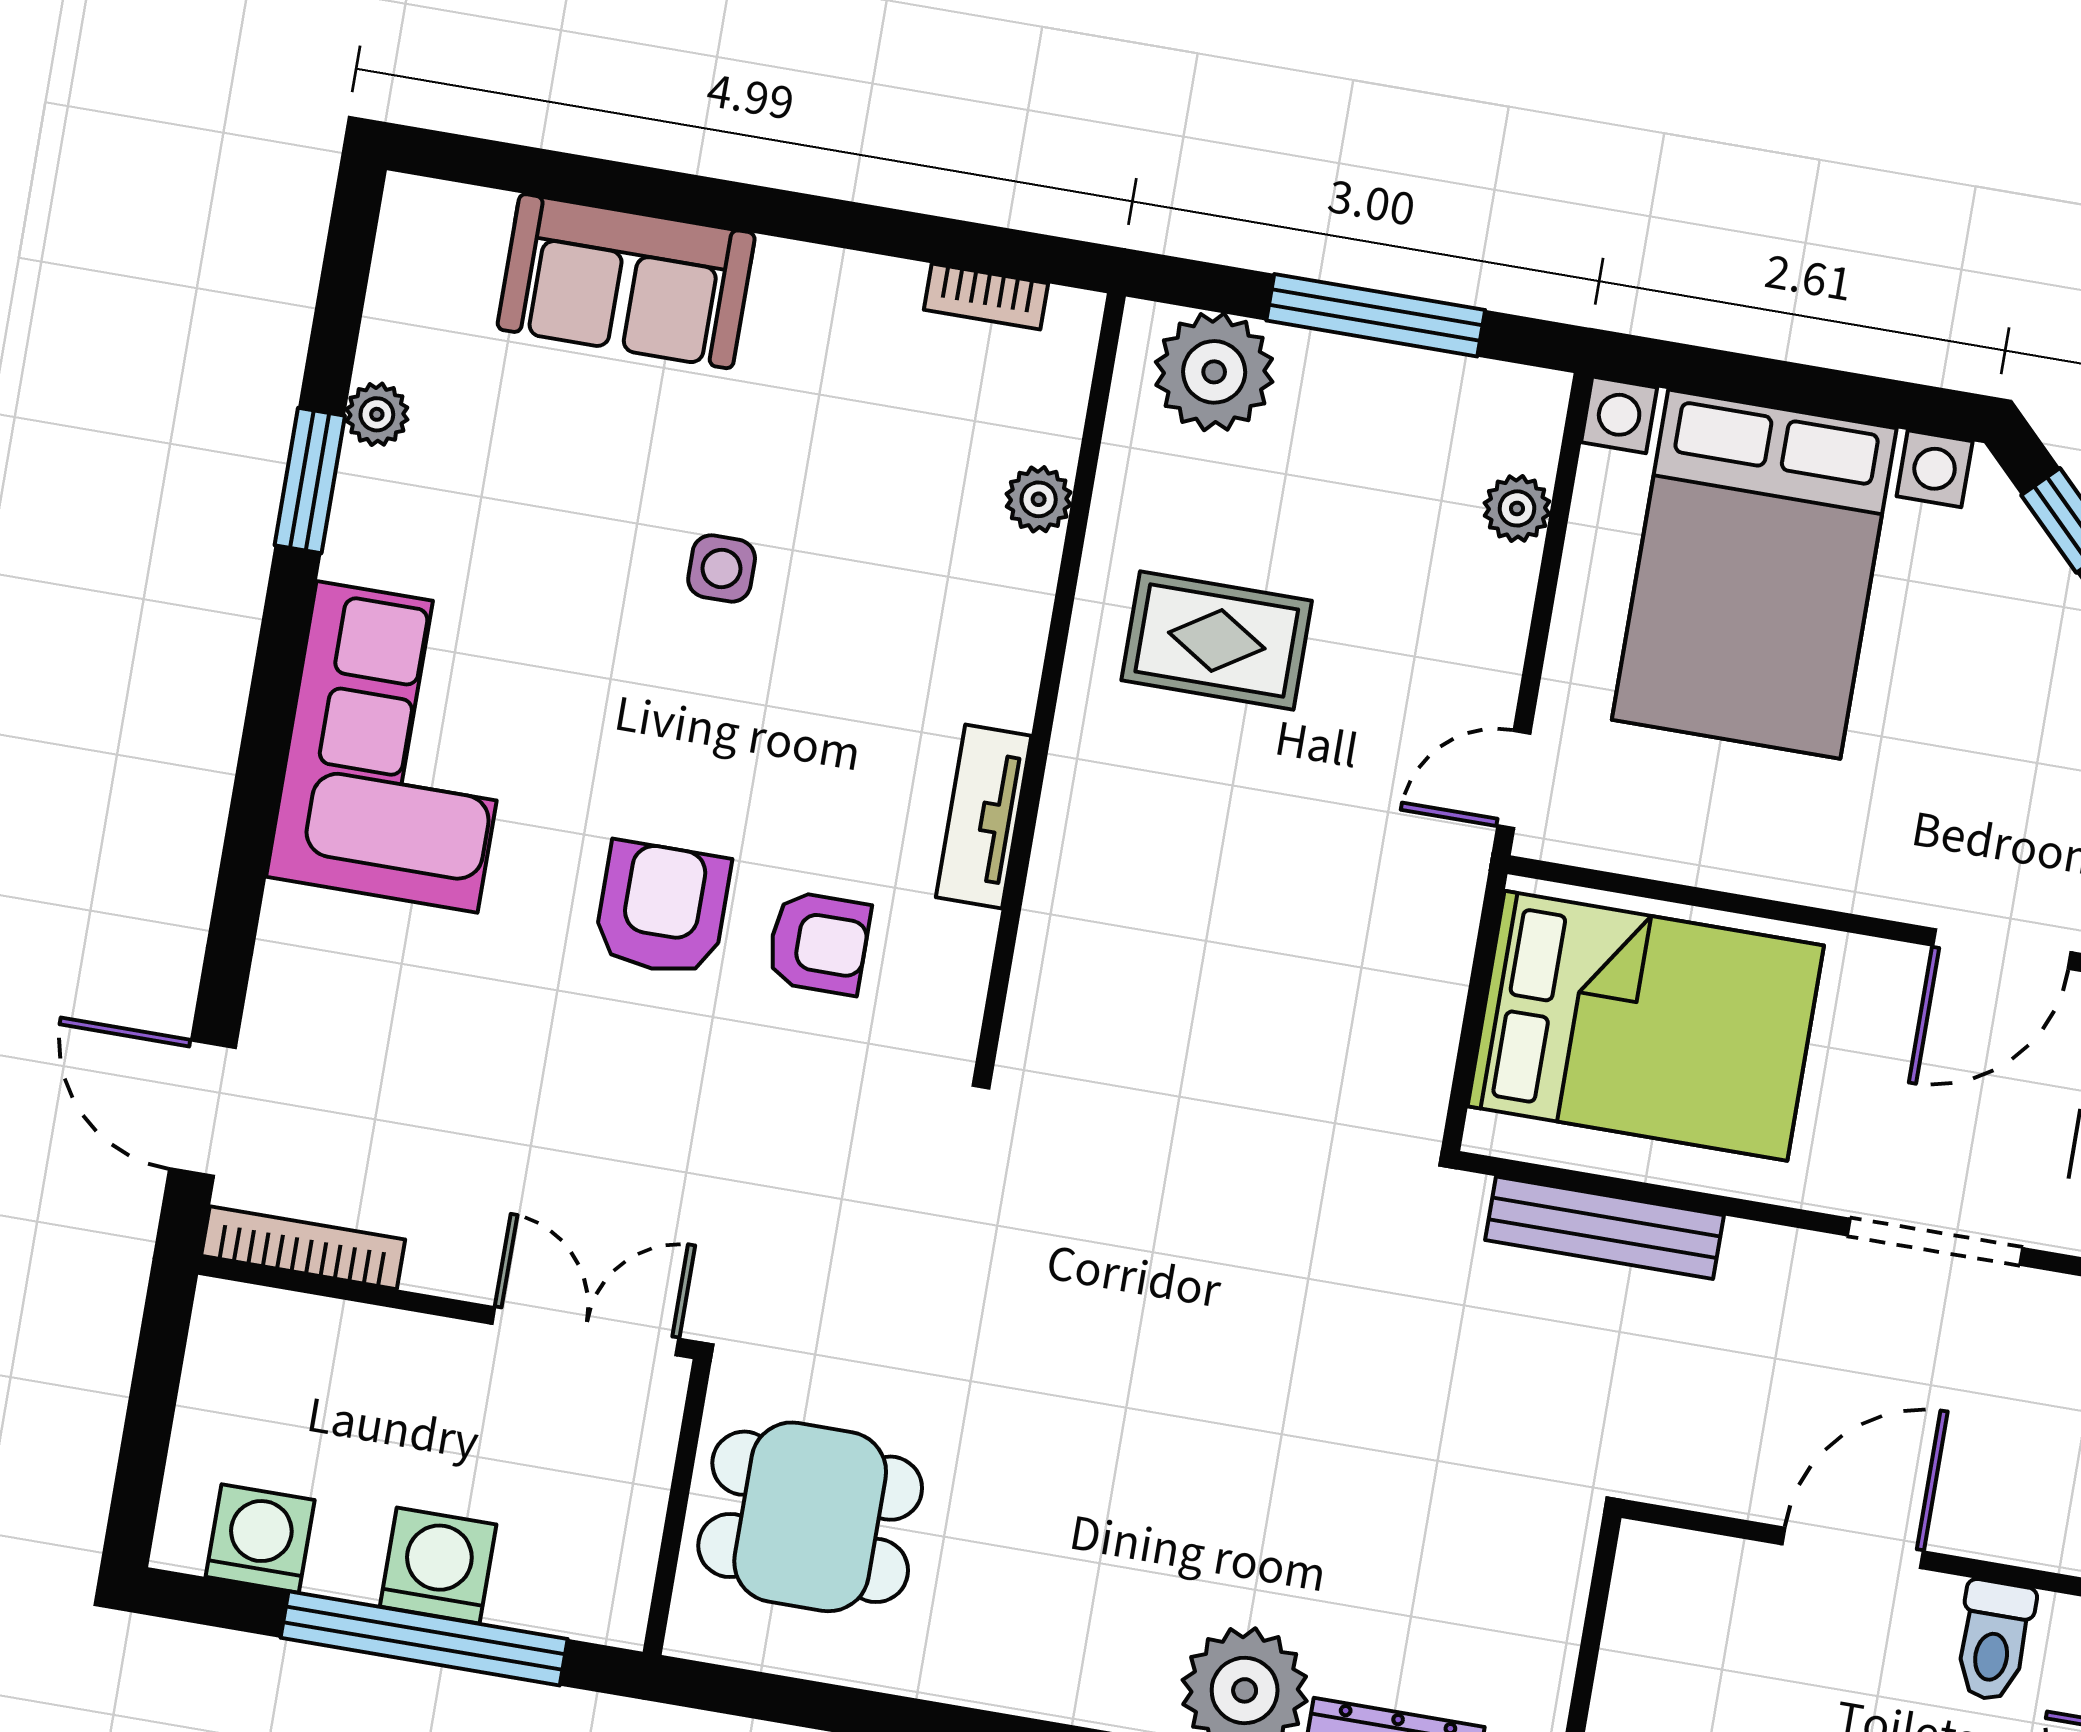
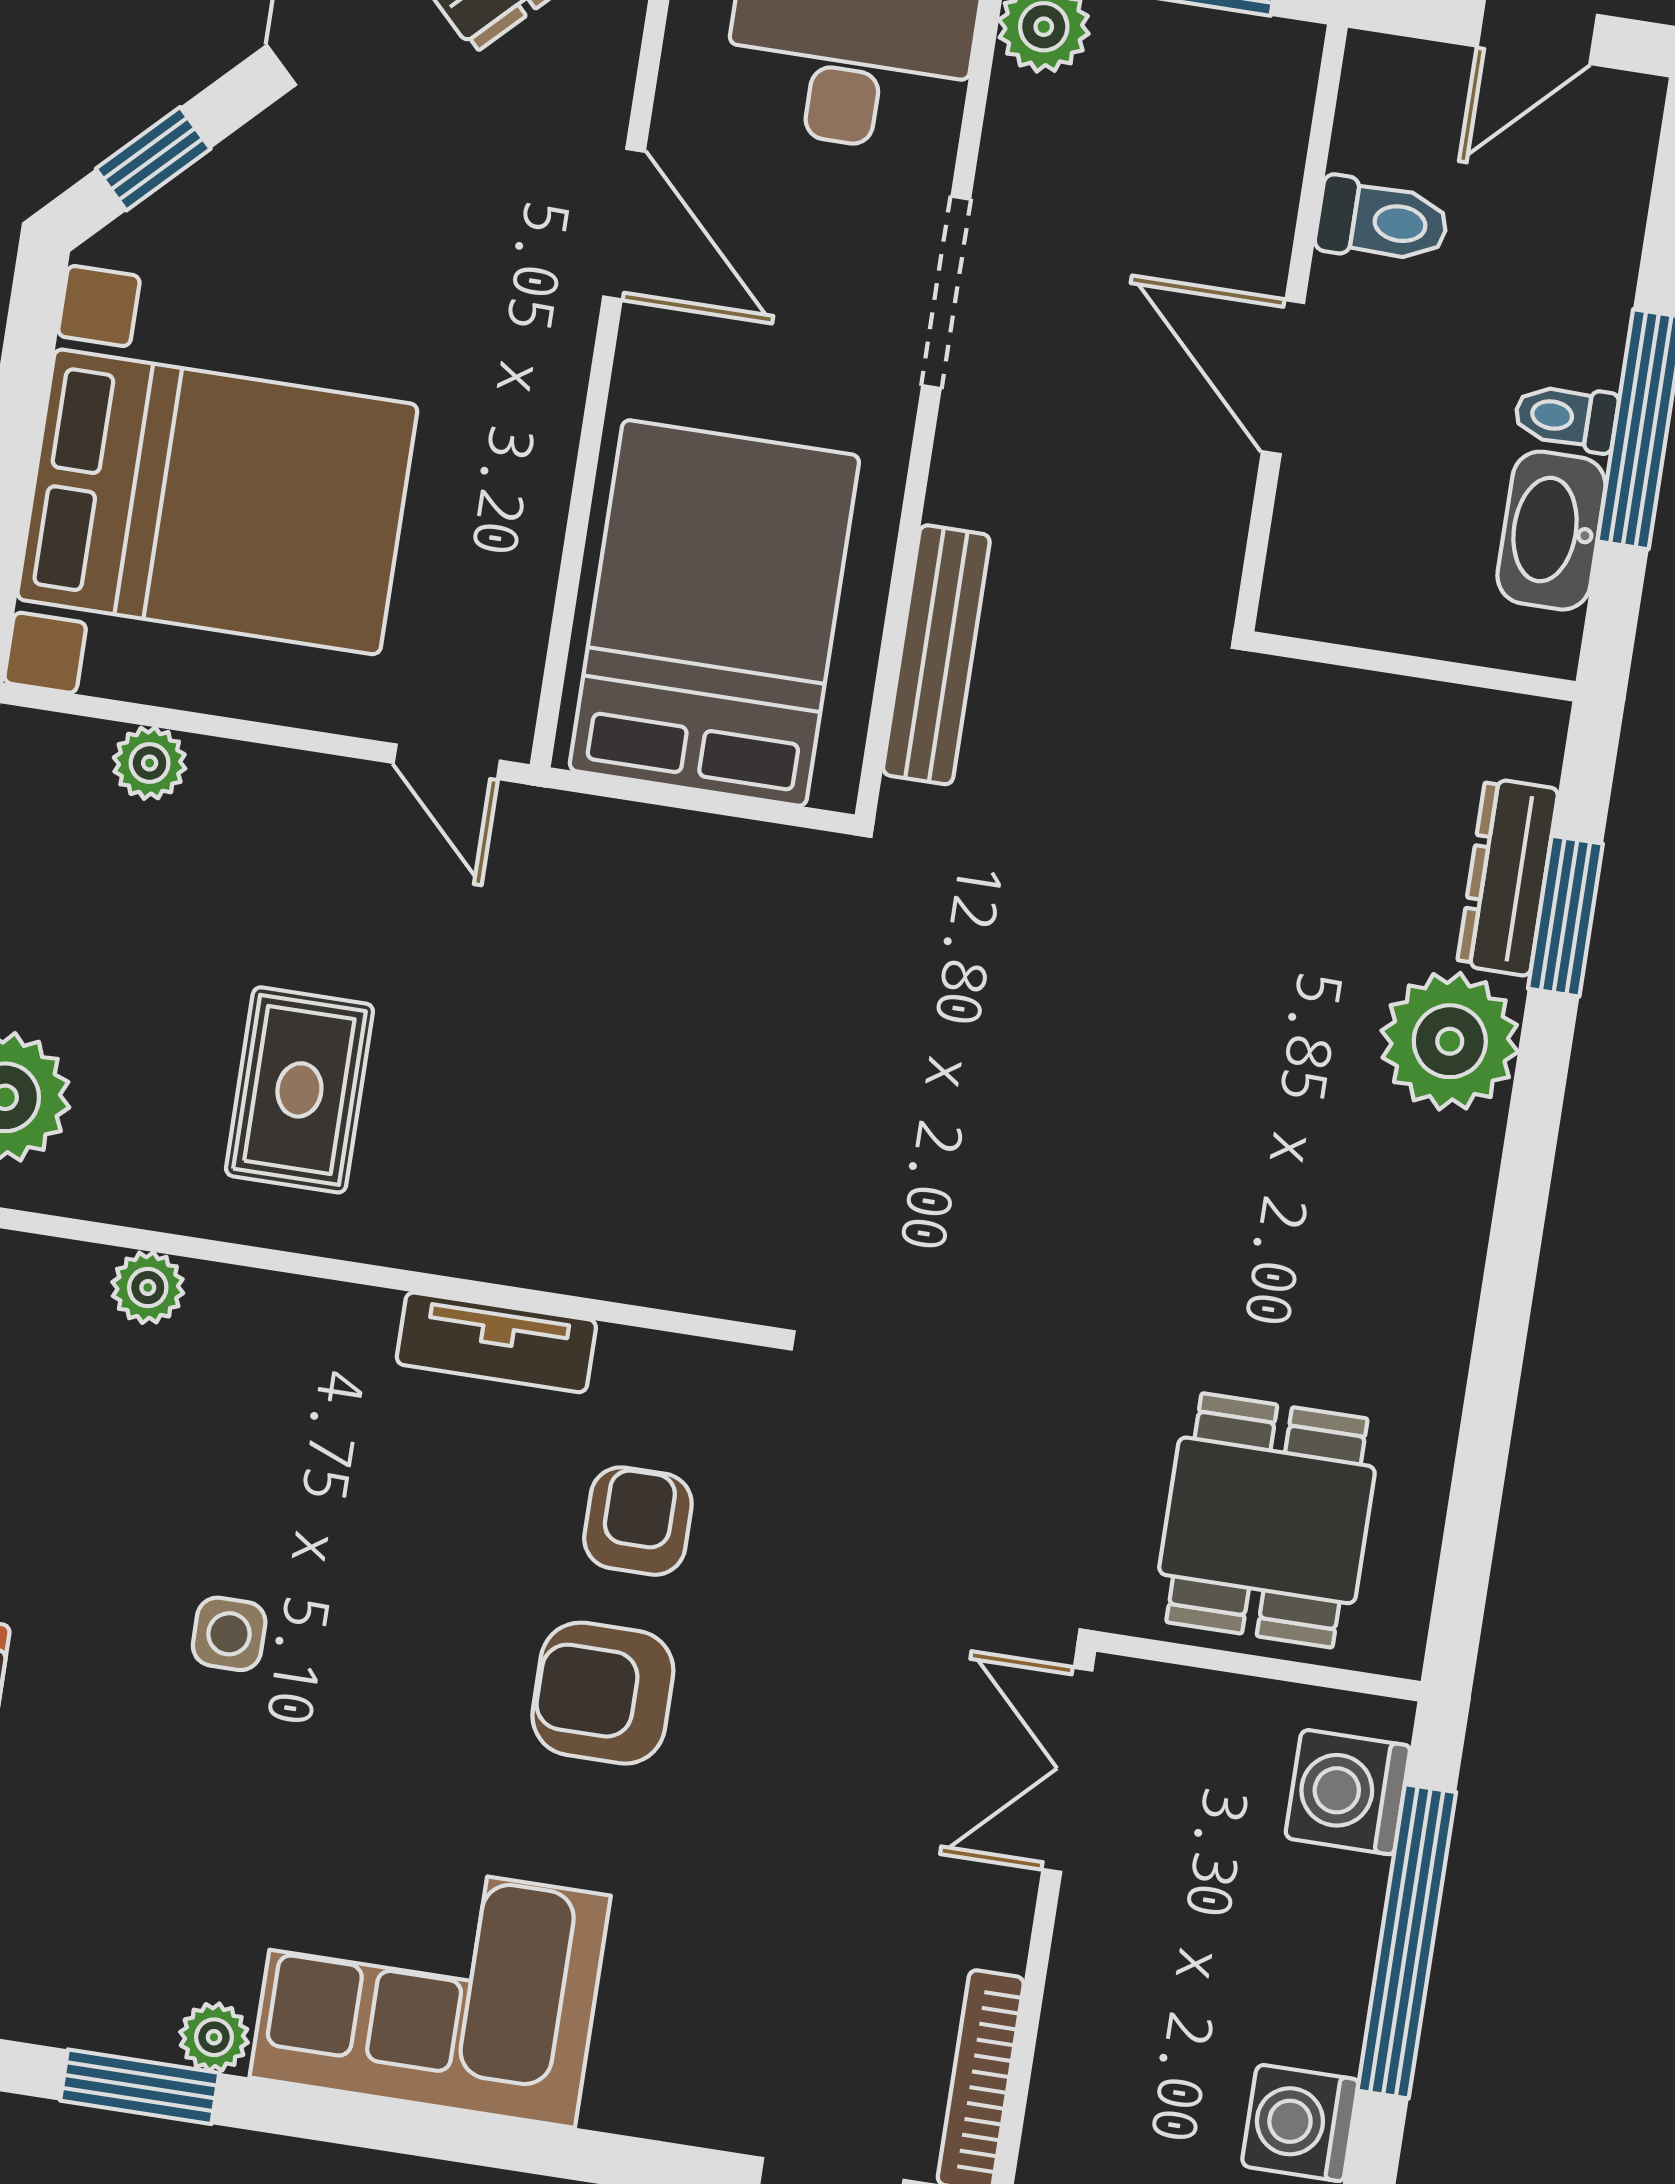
plant: (377, 414) -> (214, 2037), moved
washing machine: (438, 1566) -> (1348, 1792), moved

